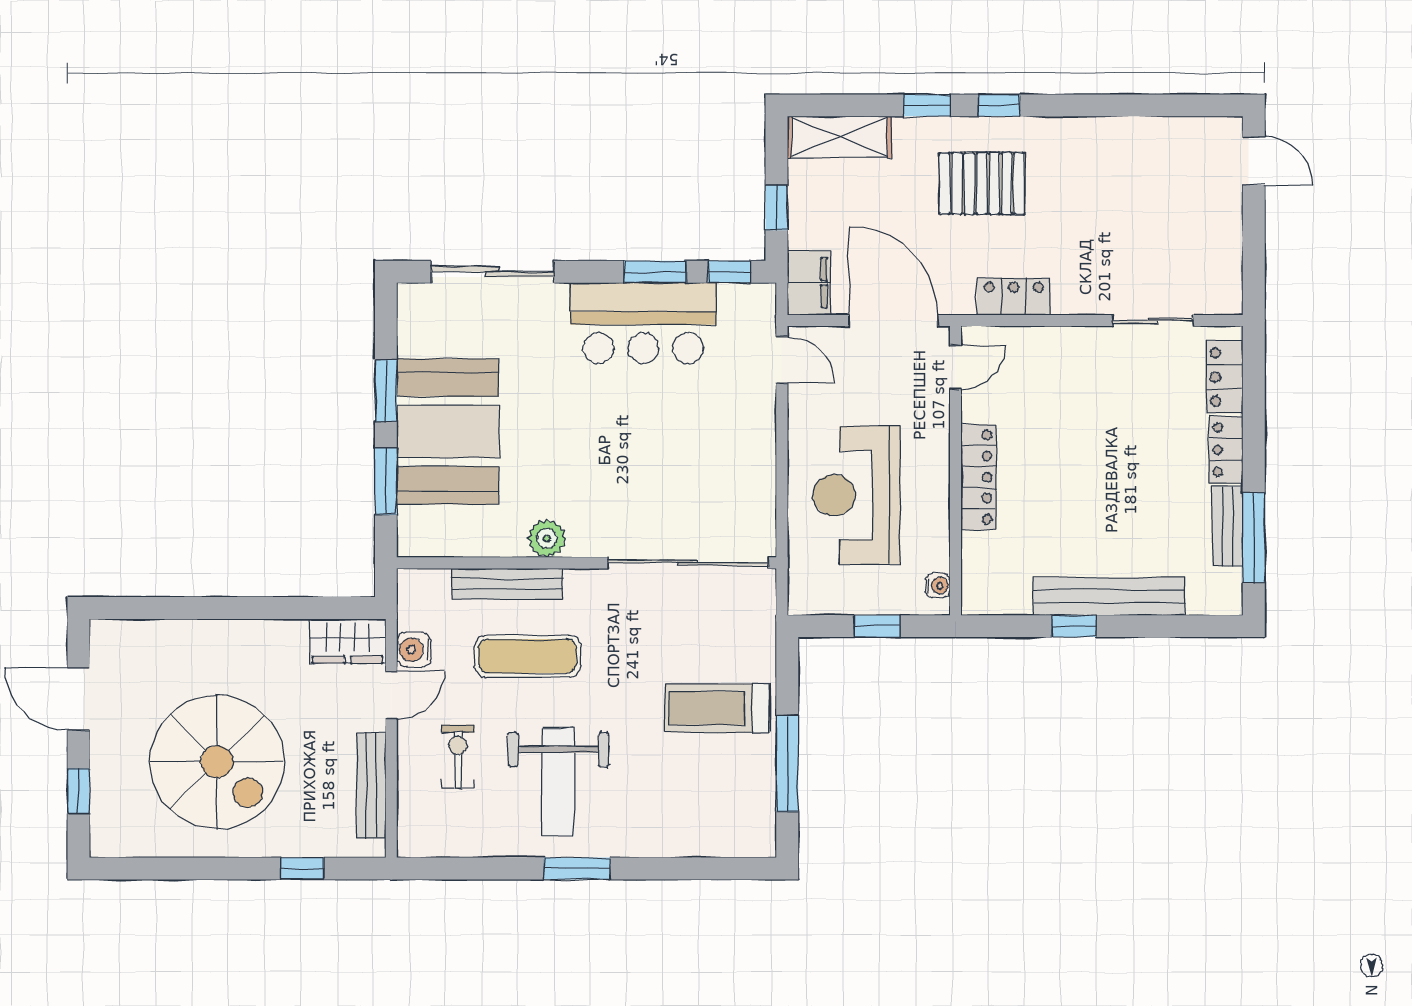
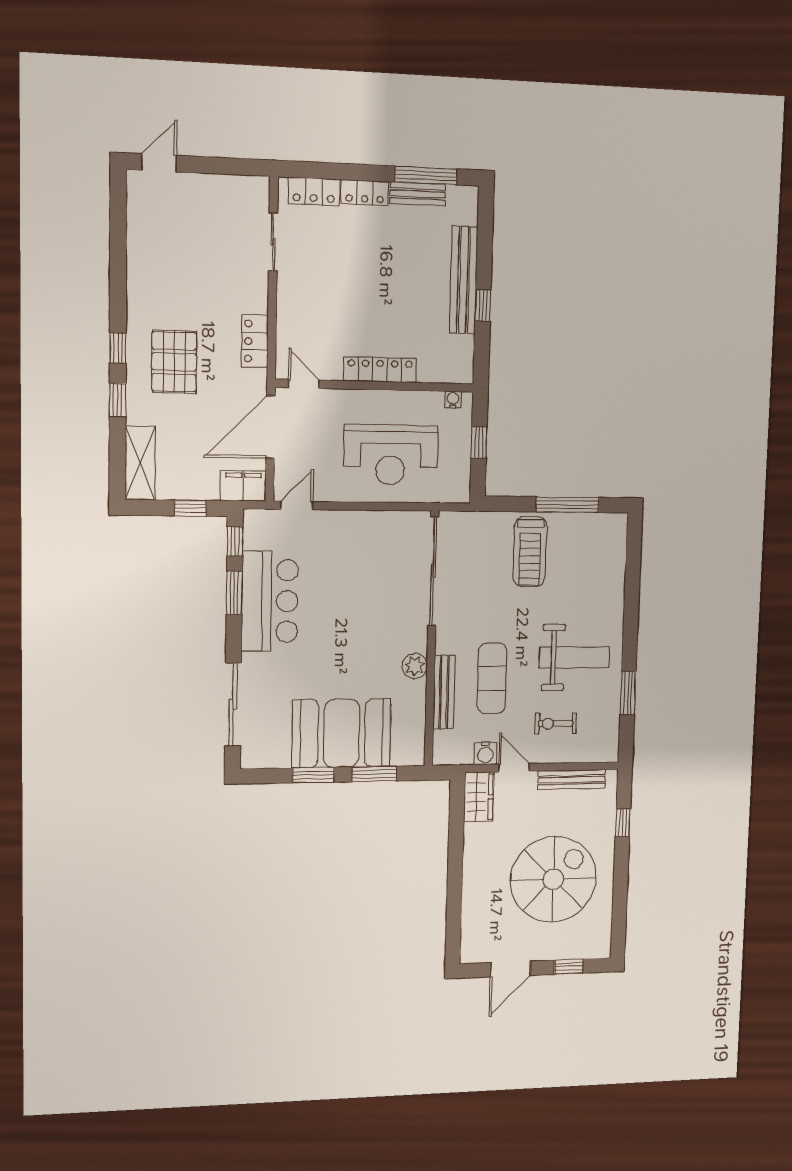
window: (577, 868) -> (628, 693), moved

